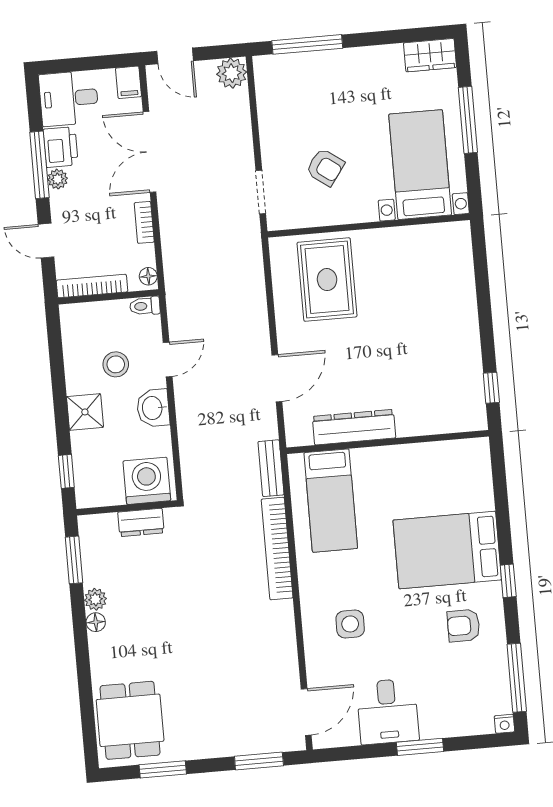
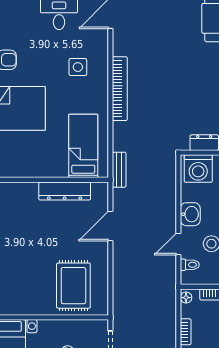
toilet: (145, 306) -> (190, 265), moved
bookcase: (277, 549) -> (120, 89), moved

